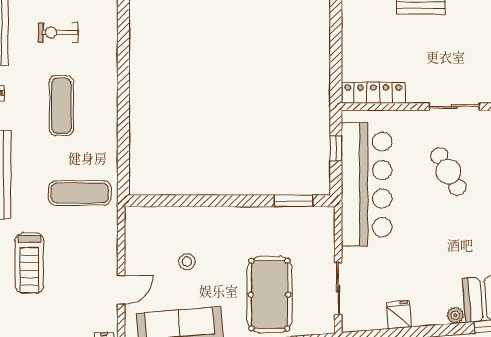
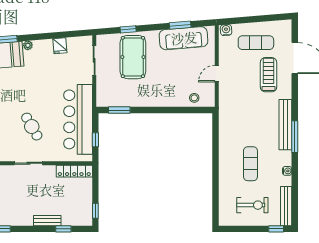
window: (336, 22) -> (95, 211), added
exercise bike: (58, 33) -> (252, 205), width x1.38, depth x1.39
exercise mat: (80, 193) -> (256, 43), moved
stool: (187, 262) -> (194, 98), moved
door: (121, 290) -> (217, 74), moved

